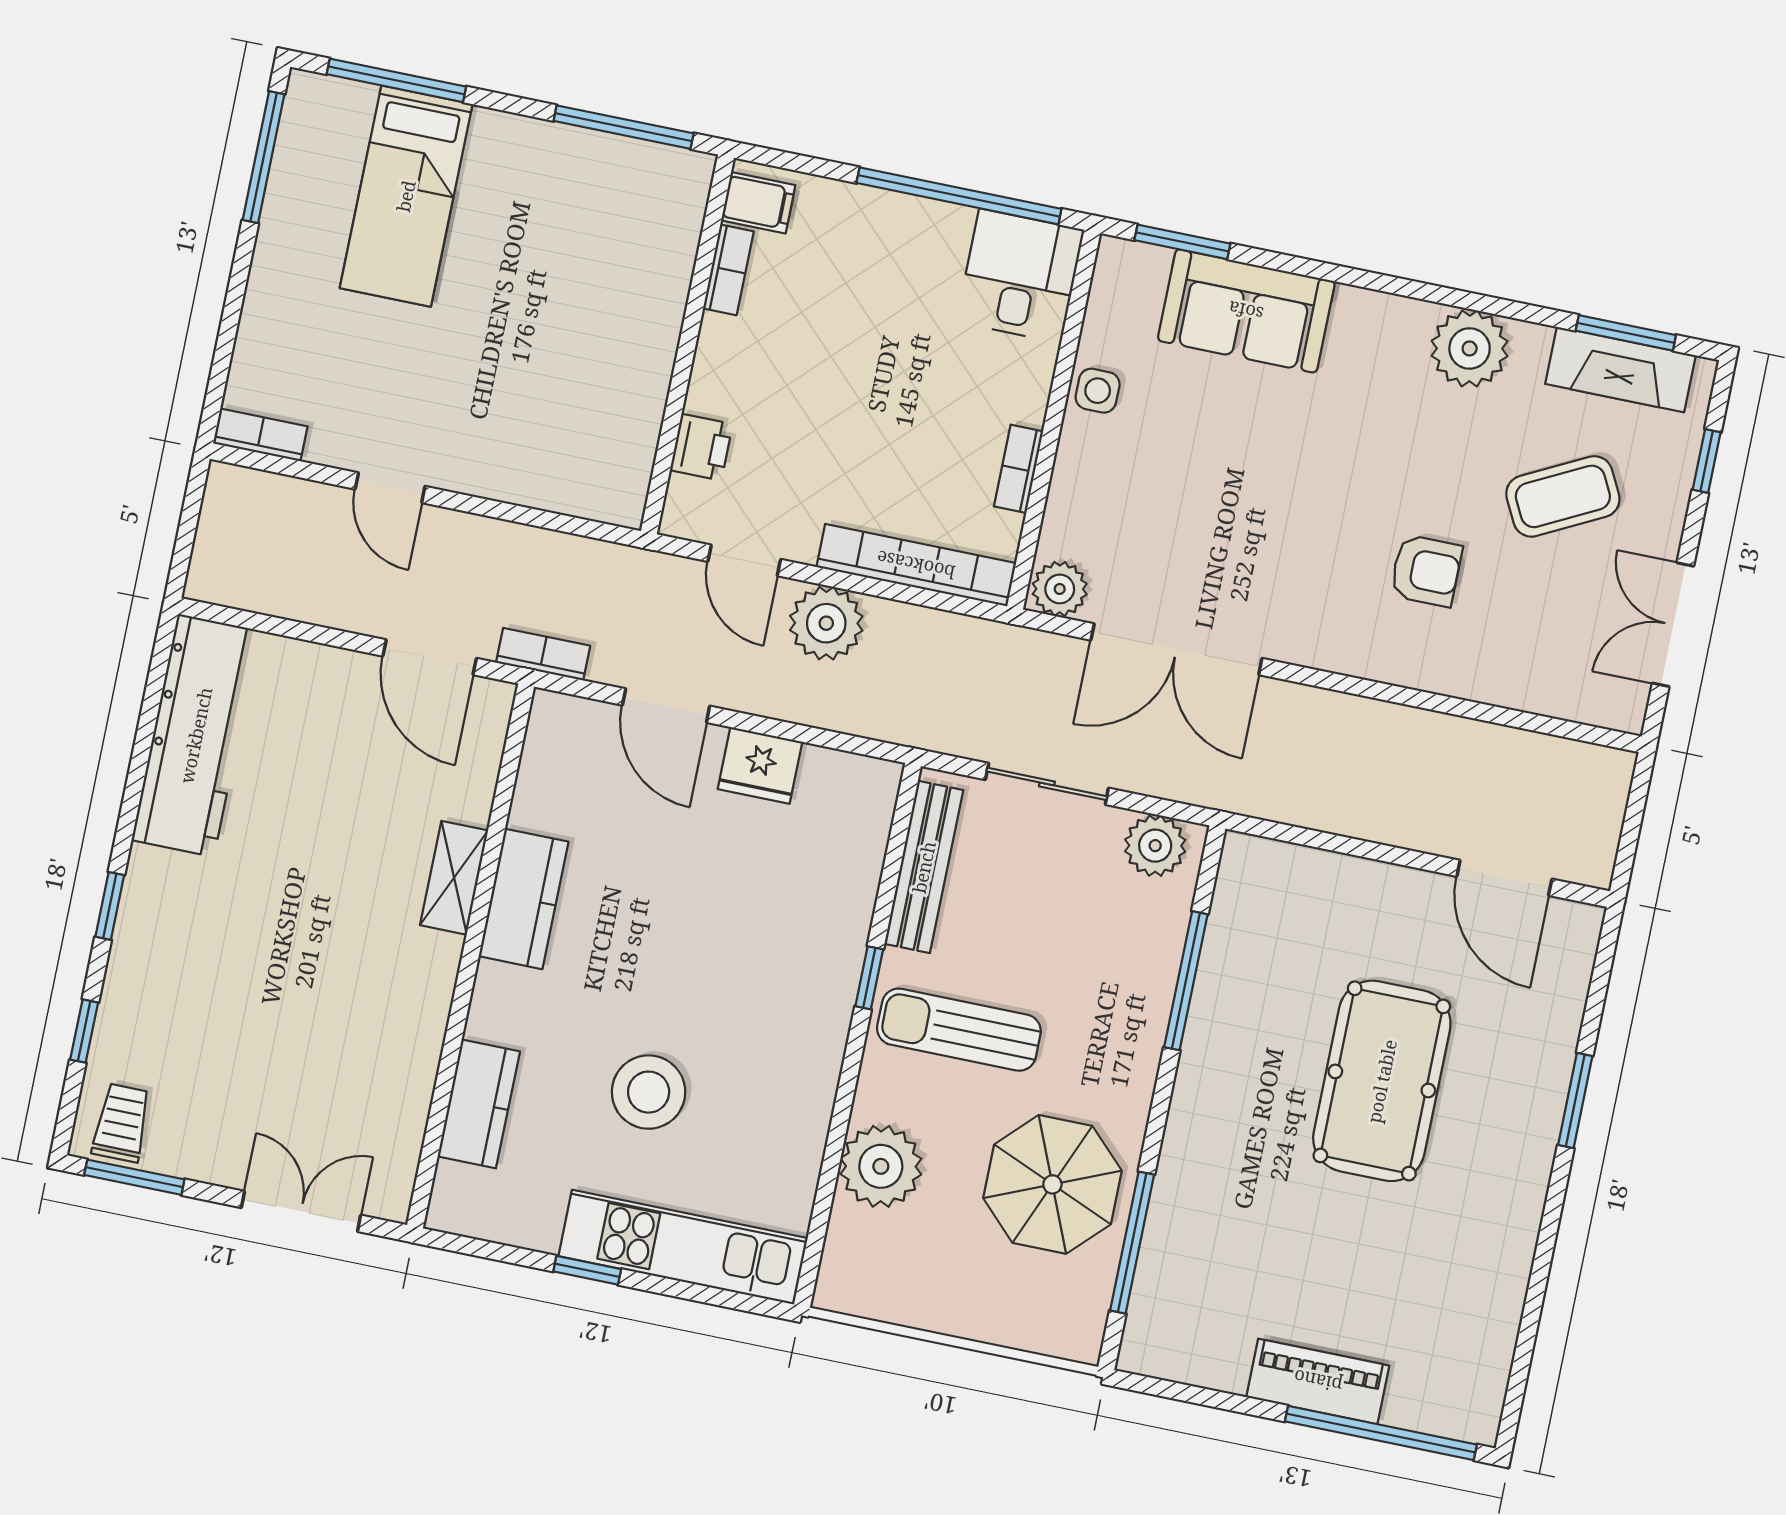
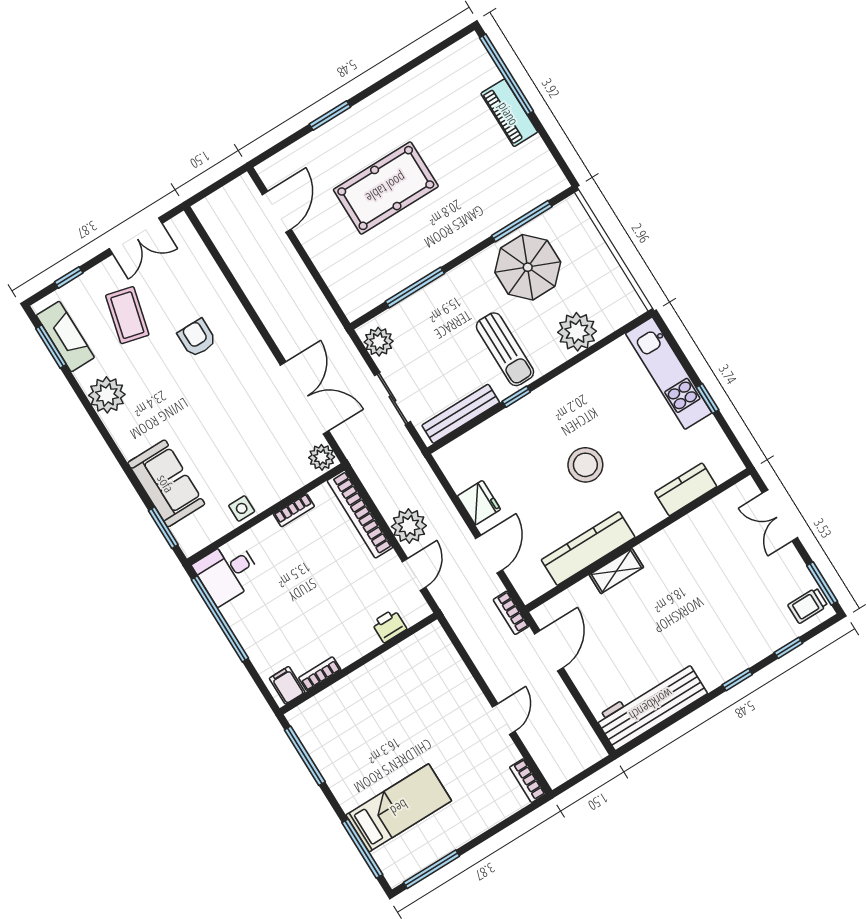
coffee table: (1563, 496) -> (127, 315), turned 41
kitchen counter: (524, 899) -> (588, 548), width x1.50
stool: (649, 1092) -> (585, 465), moved

